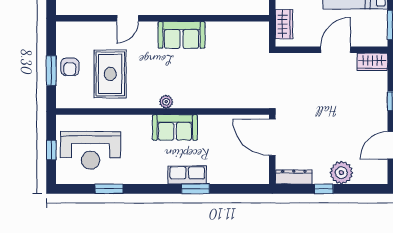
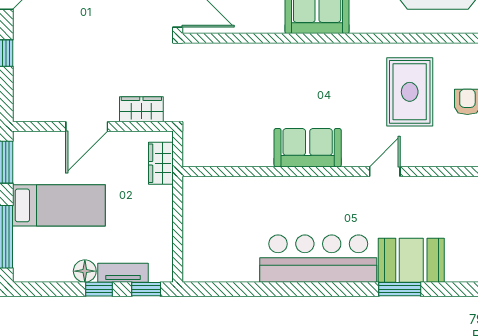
wardrobe: (372, 62) -> (141, 109), moved
plant: (166, 102) -> (330, 52), removed

